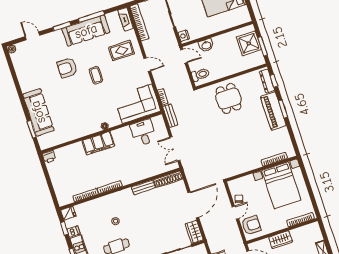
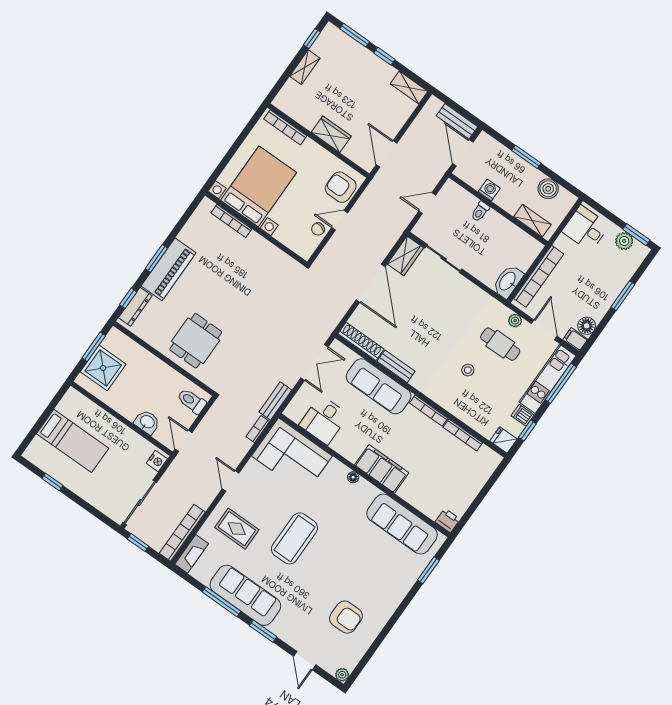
armchair: (67, 68) -> (346, 617), moved
coffee table: (96, 75) -> (294, 538), width x1.86, depth x1.72
sofa: (38, 112) -> (402, 524), moved, turned -90
sofa: (140, 172) -> (379, 386), added
door: (193, 205) -> (371, 283), swing flipped

